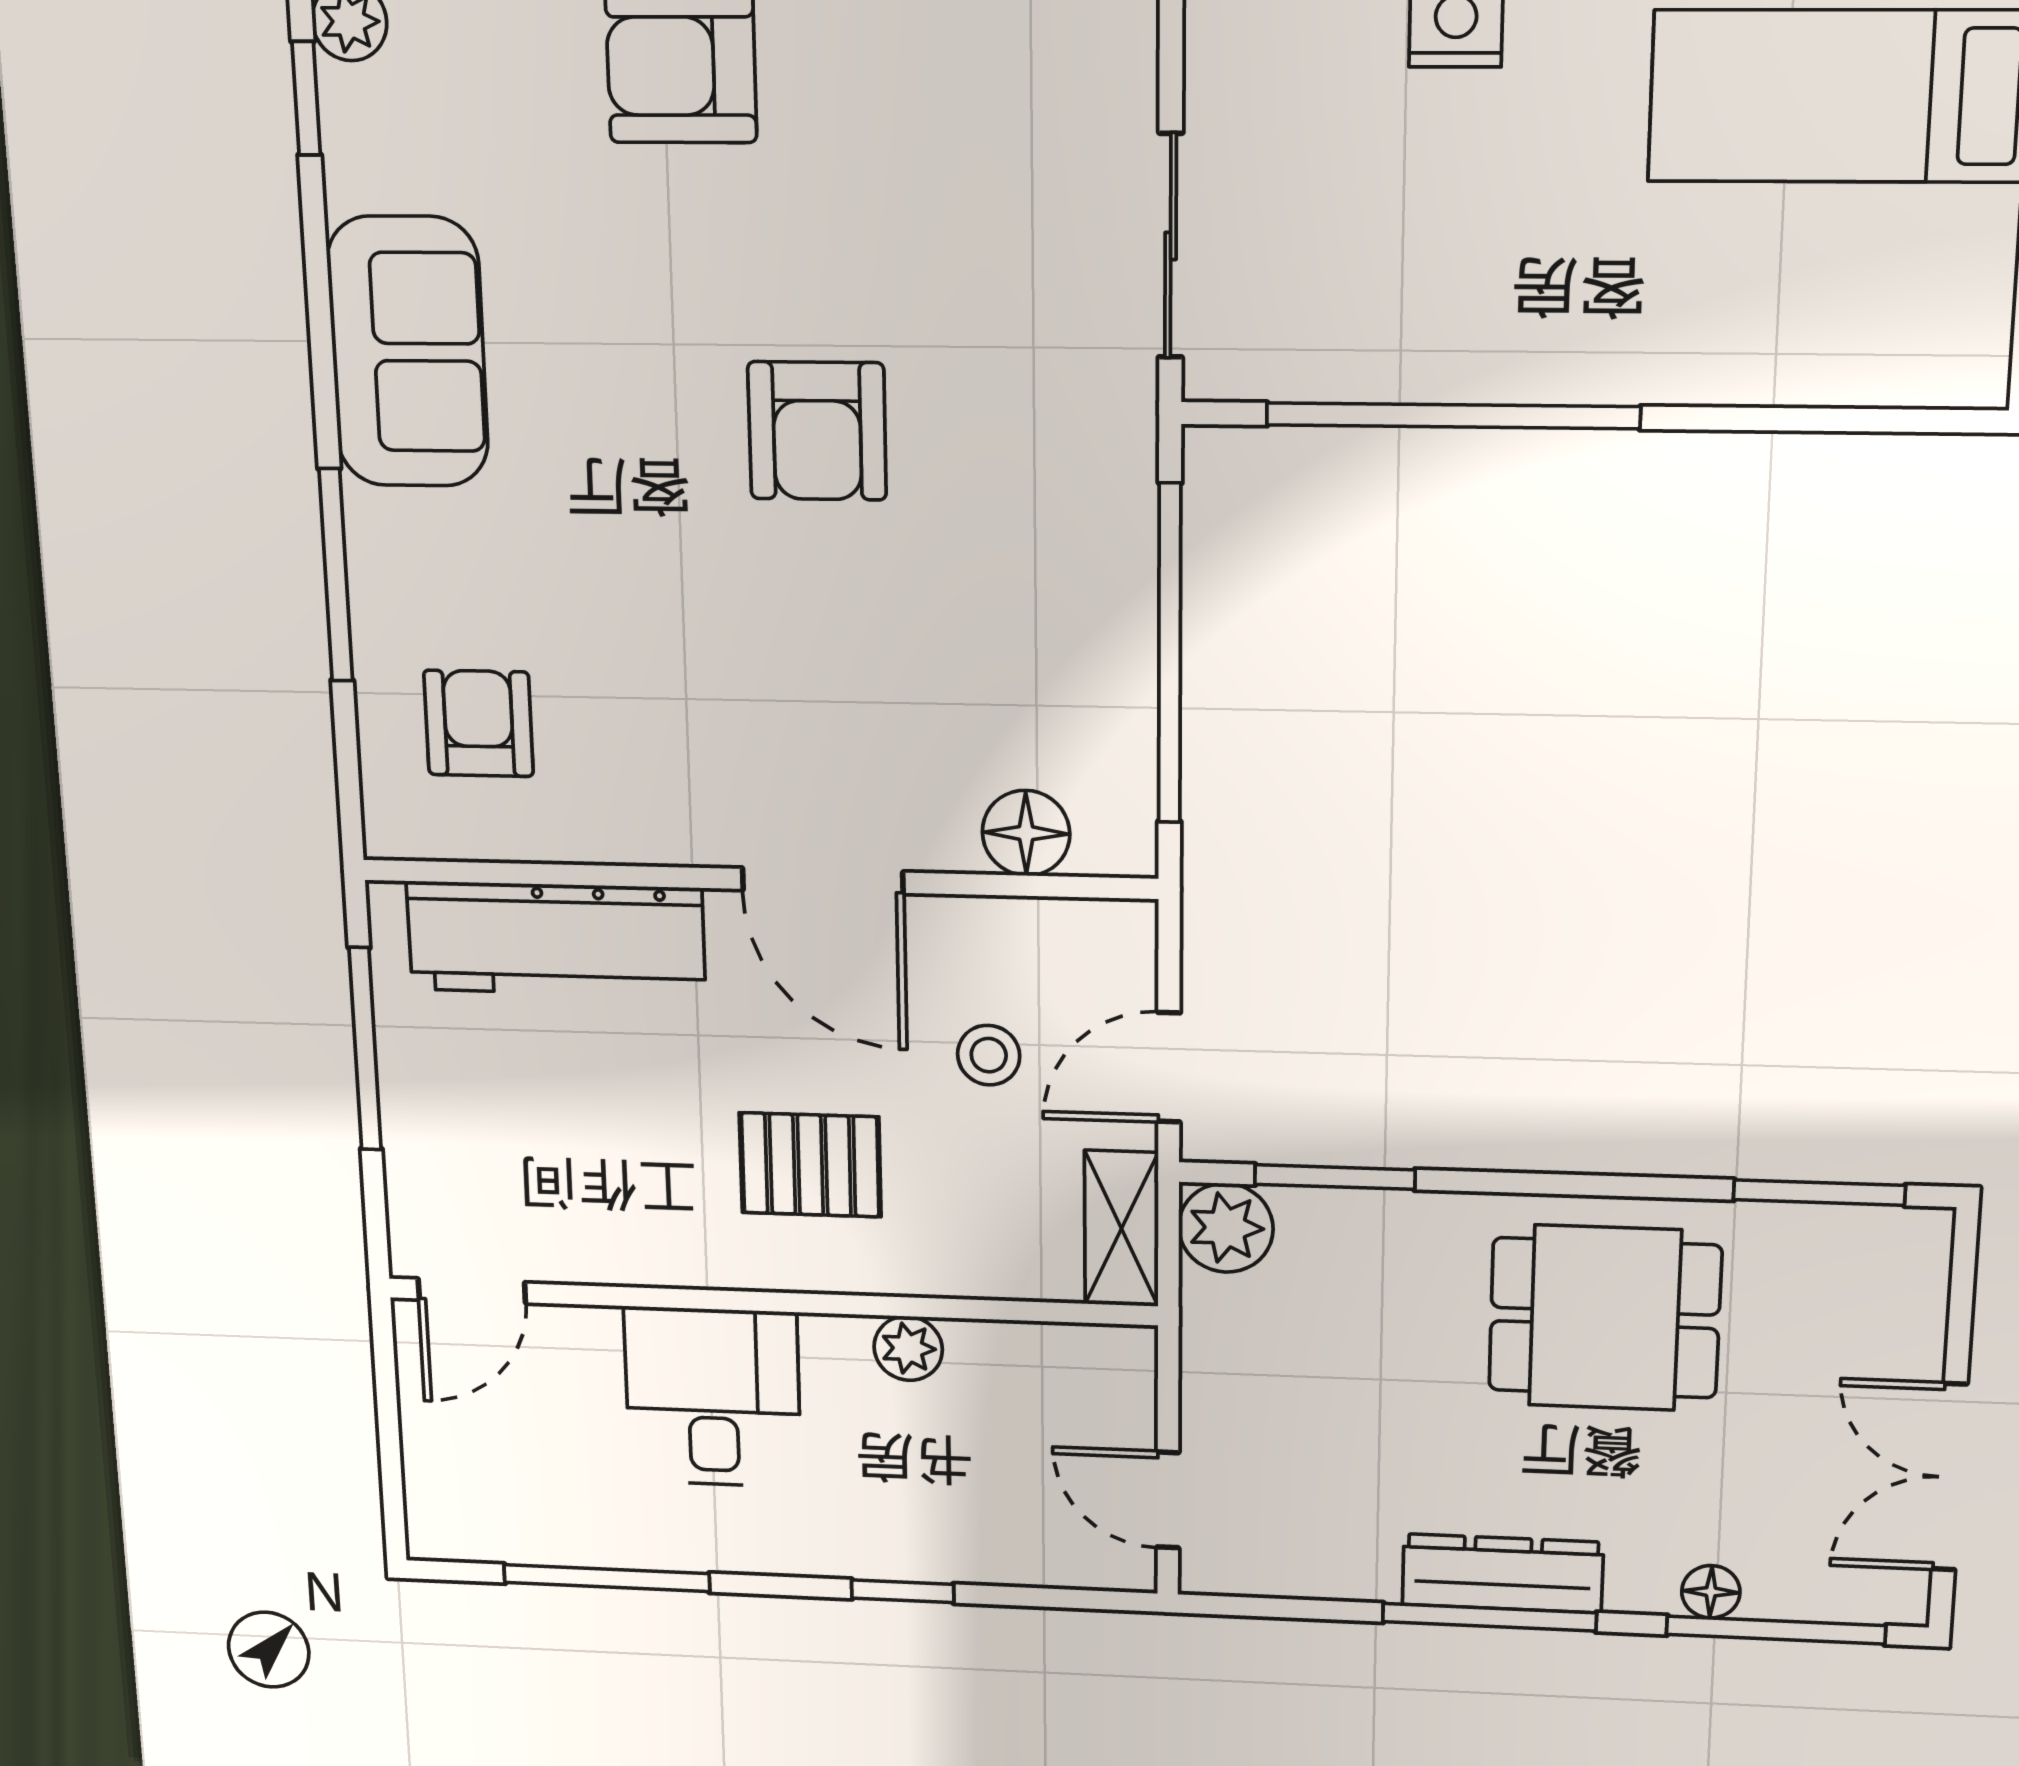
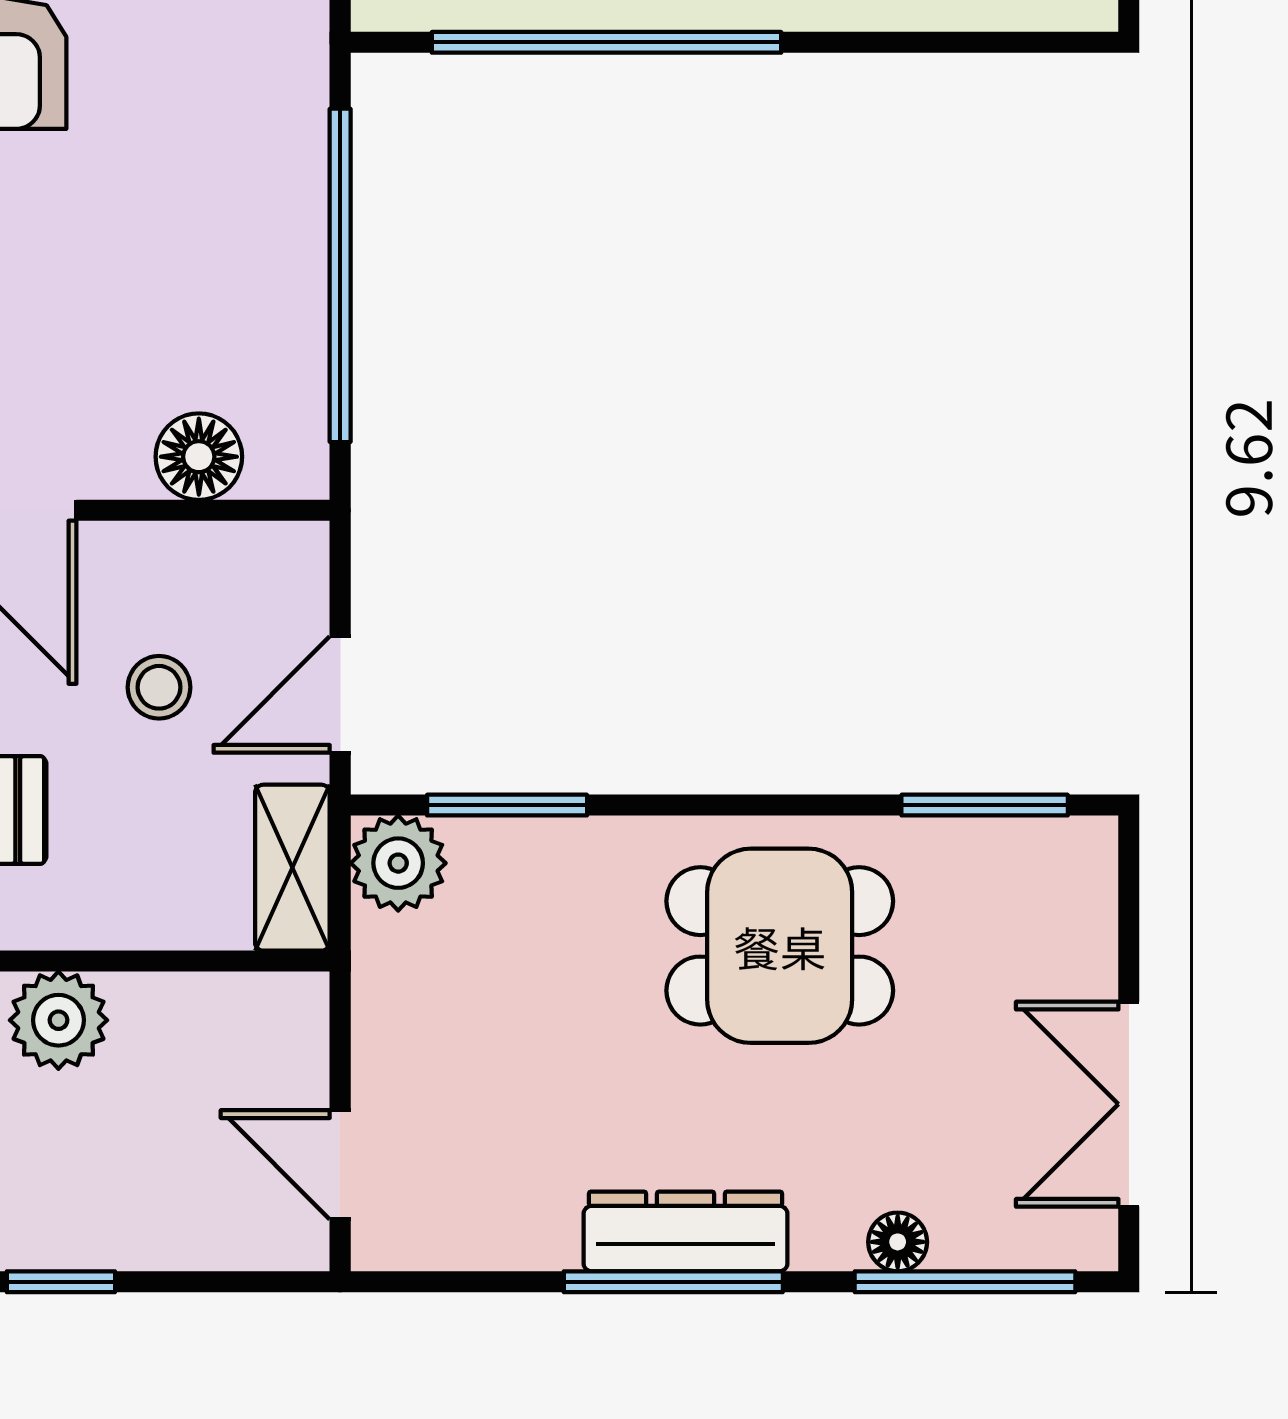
plant: (908, 1348) -> (58, 1020), width x1.38, depth x1.38

